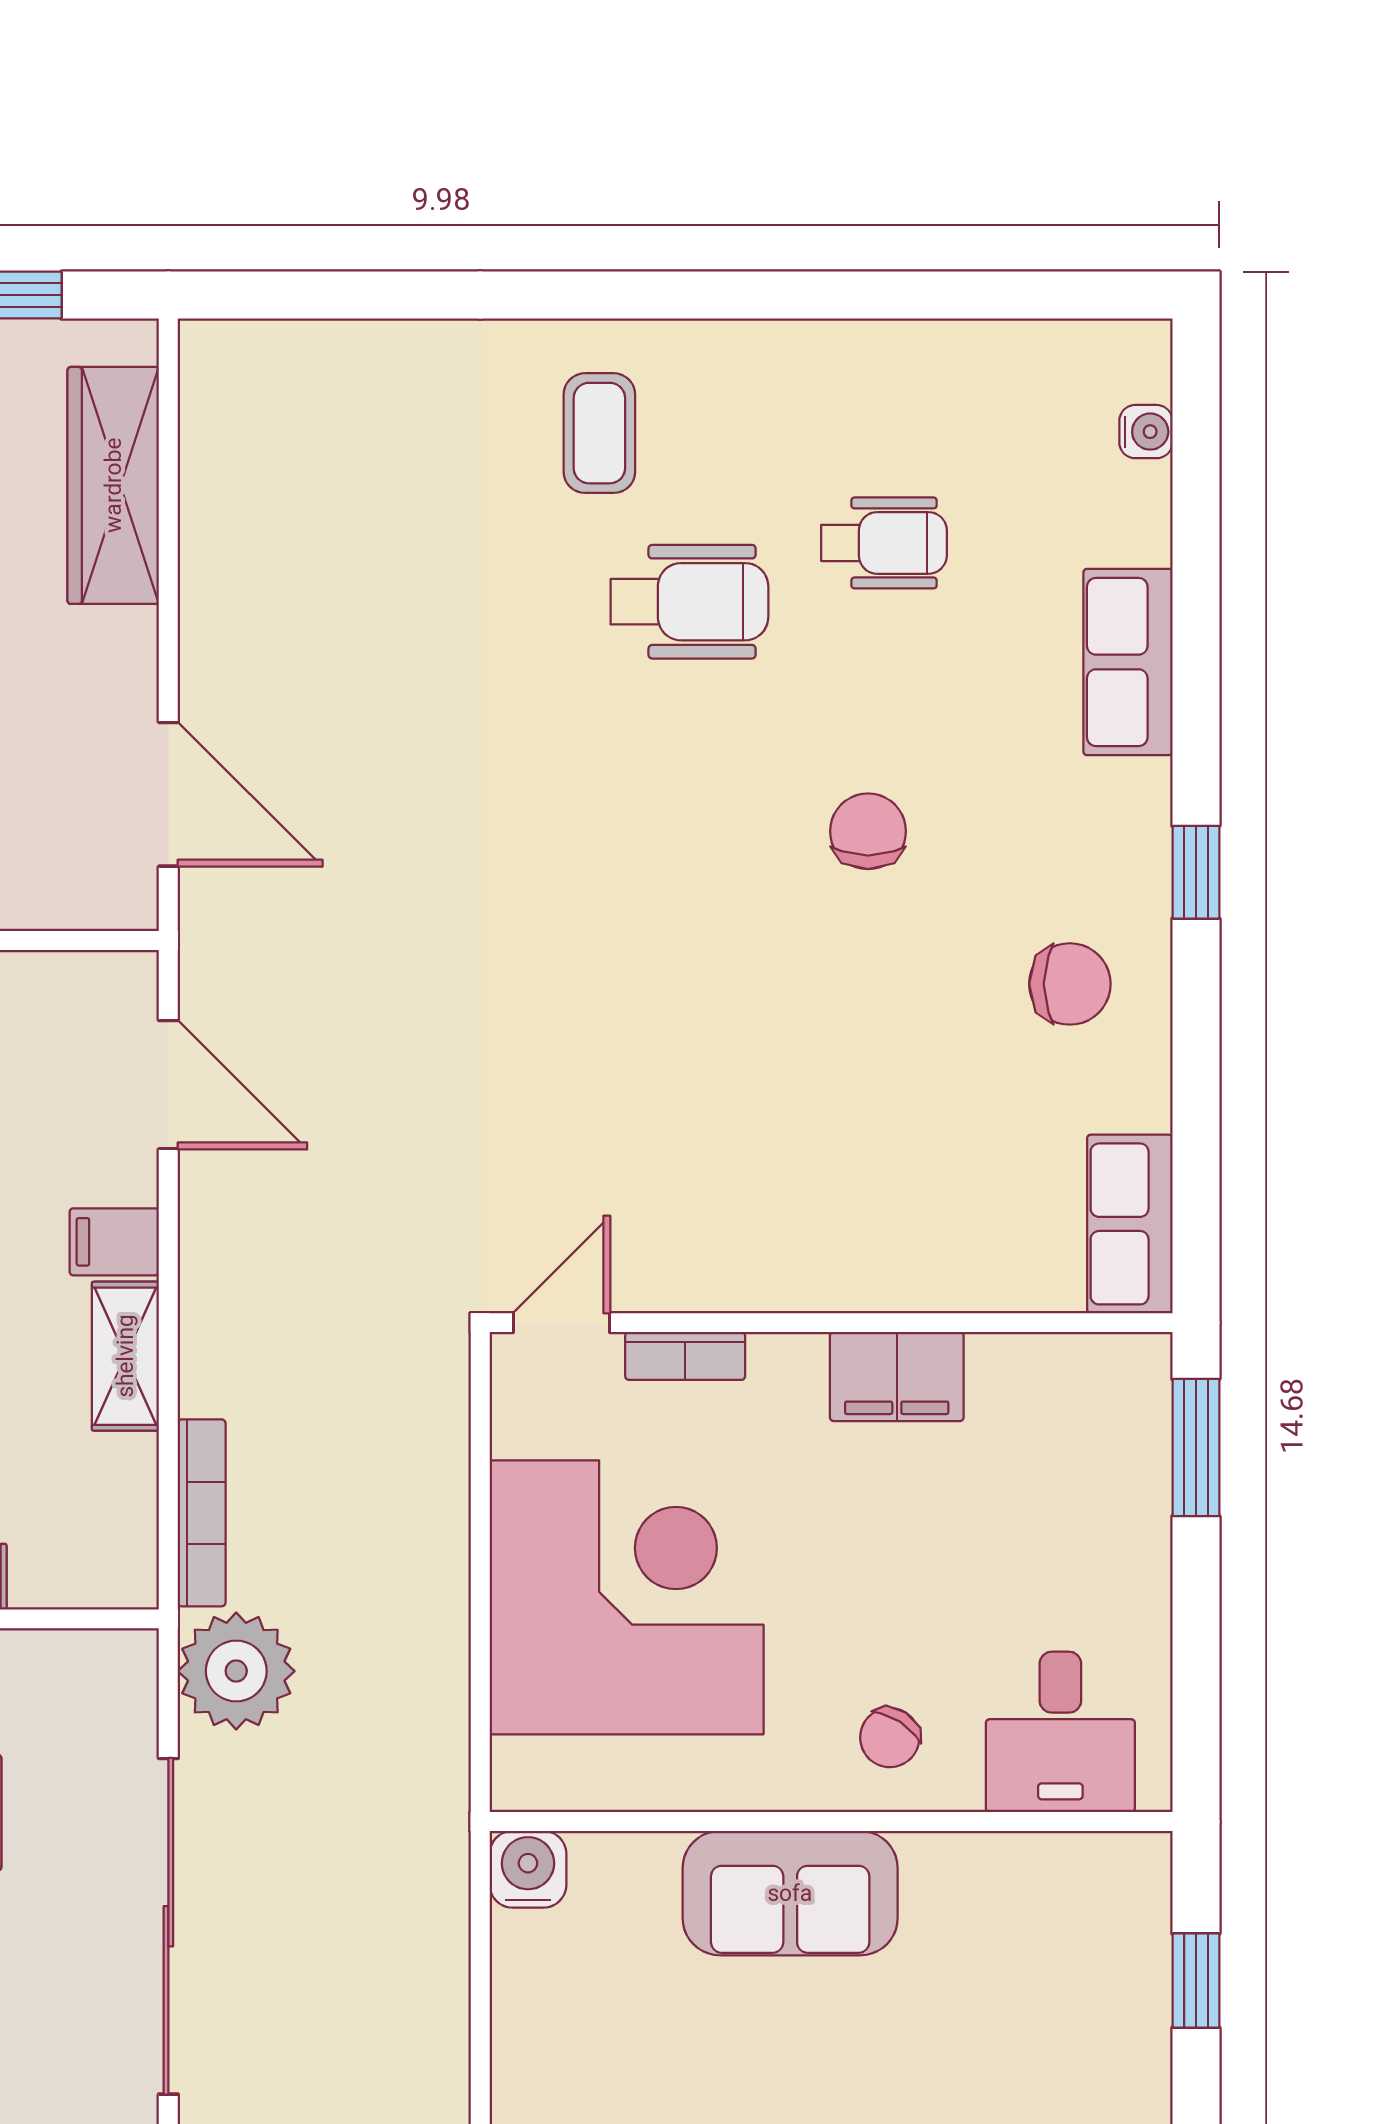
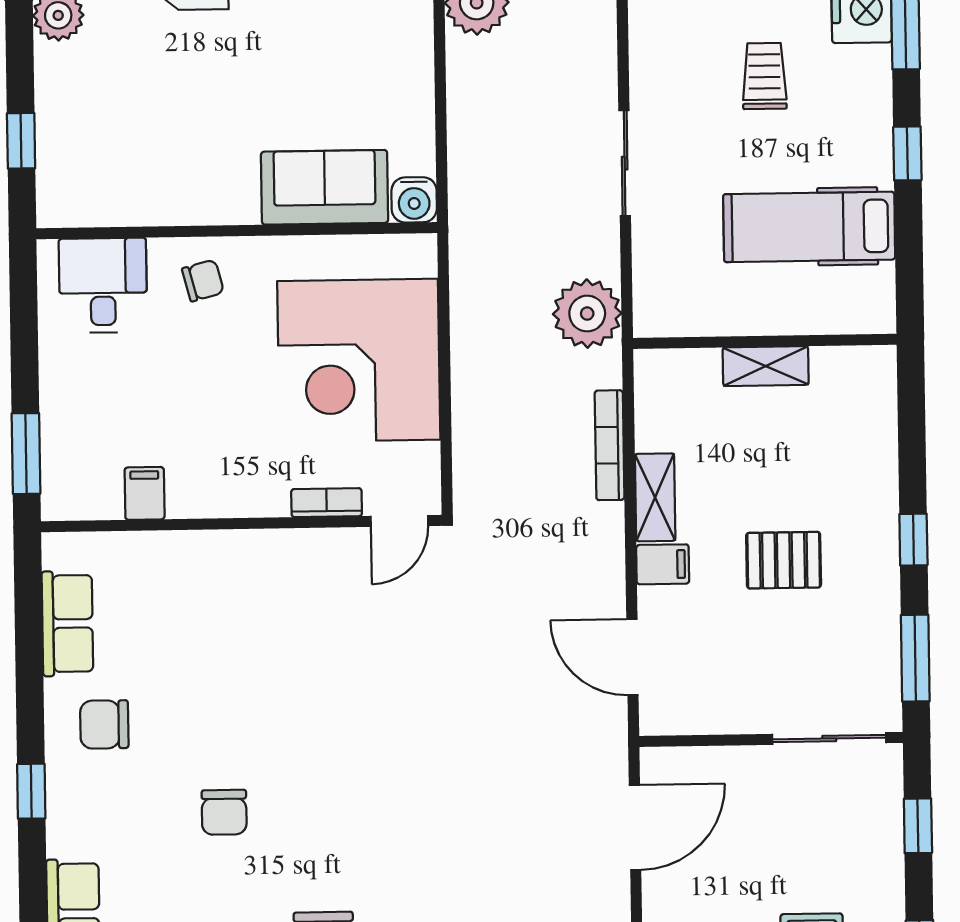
door: (168, 794) -> (635, 828), swing flipped
row of seats: (1130, 1224) -> (67, 624), moved
filing cabinet: (897, 1377) -> (145, 493), moved, width x0.50
bookcase: (202, 1513) -> (610, 445), moved
chair: (890, 1738) -> (203, 281), turned 42
sofa: (790, 1893) -> (325, 187), moved
sliding door: (168, 1926) -> (625, 163), width x0.54

